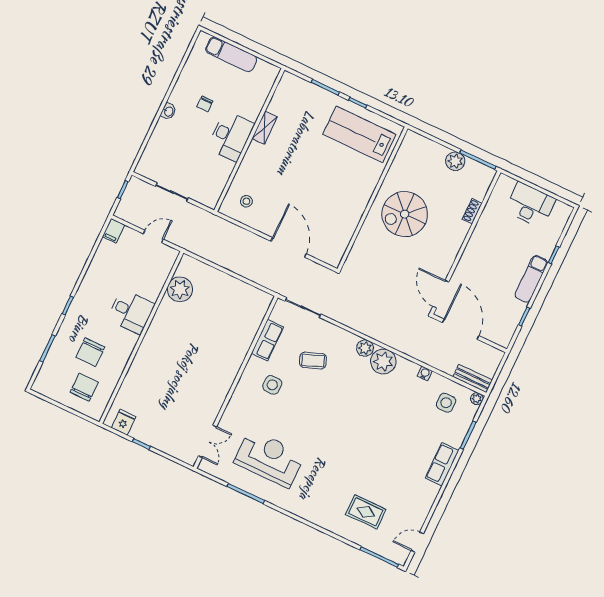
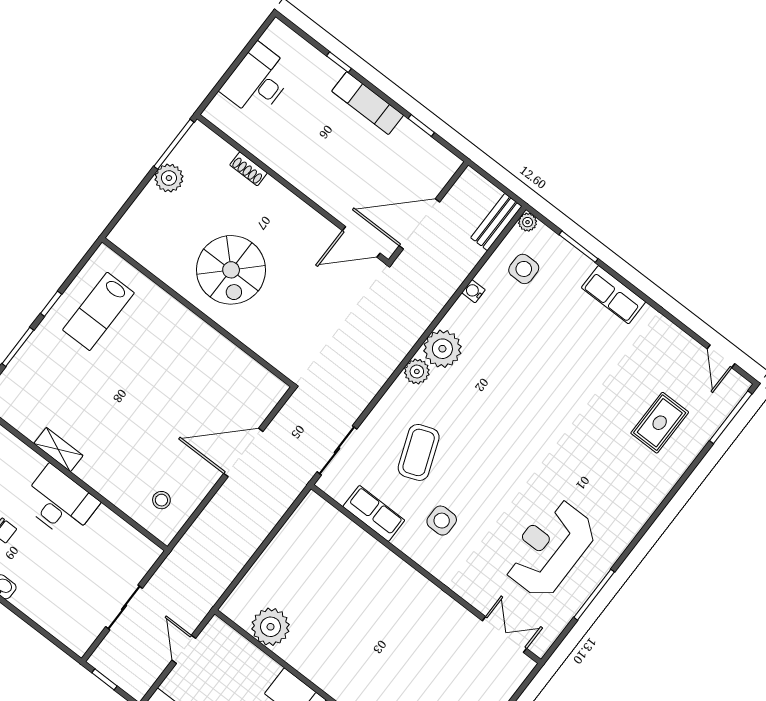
lab bench: (359, 134) -> (98, 311), width x0.73, depth x0.72
coffee table: (313, 361) -> (419, 452), width x1.36, depth x1.30

